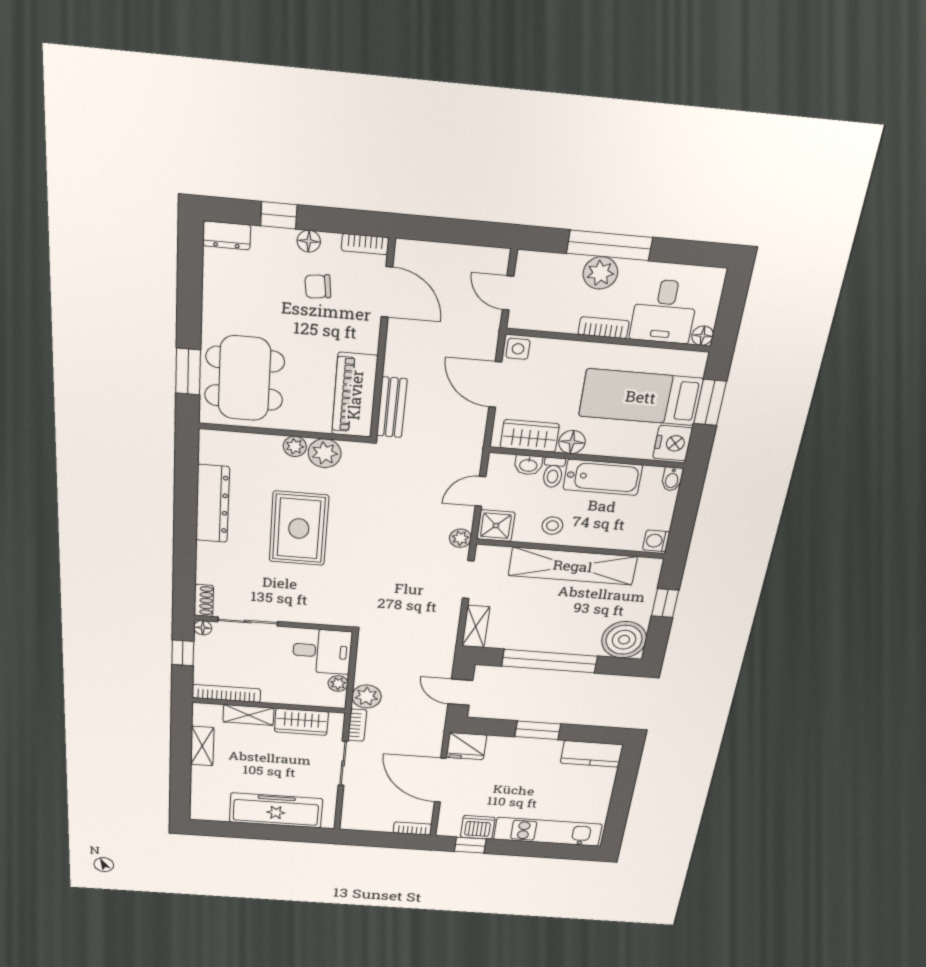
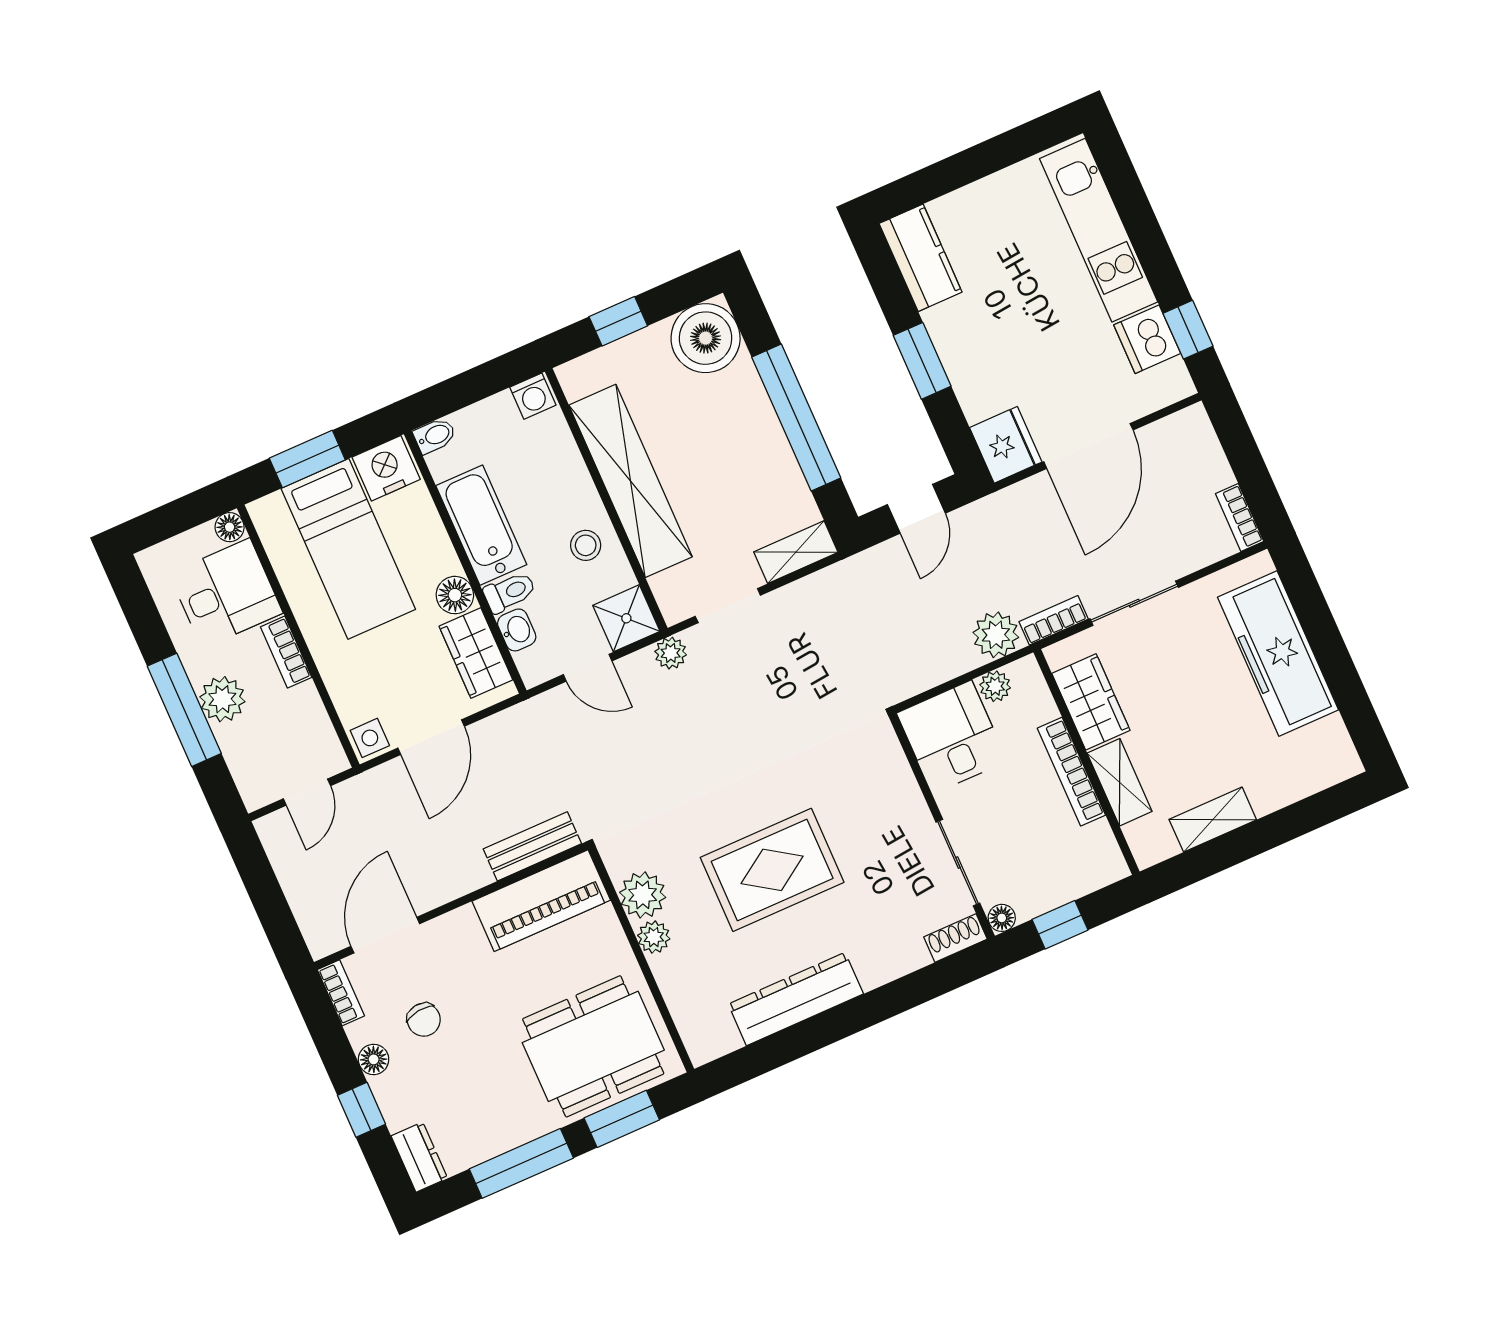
window: (189, 297) -> (521, 1163), added
bookcase: (226, 693) -> (1071, 772), moved
bookcase: (412, 829) -> (1240, 517), moved

